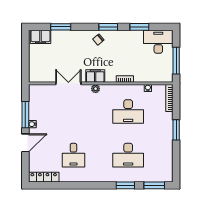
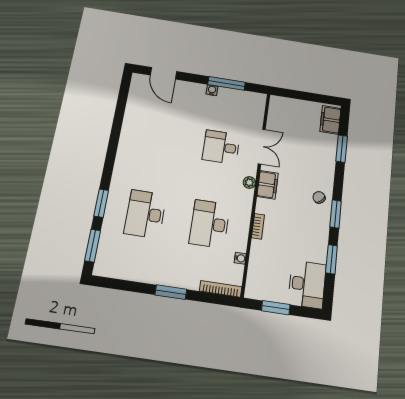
window: (176, 61) -> (276, 308), width x0.69
door: (25, 143) -> (163, 73), moved
desk: (73, 155) -> (221, 147), moved
locker: (44, 177) -> (136, 93), removed

